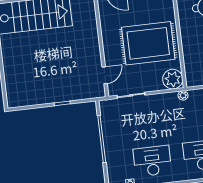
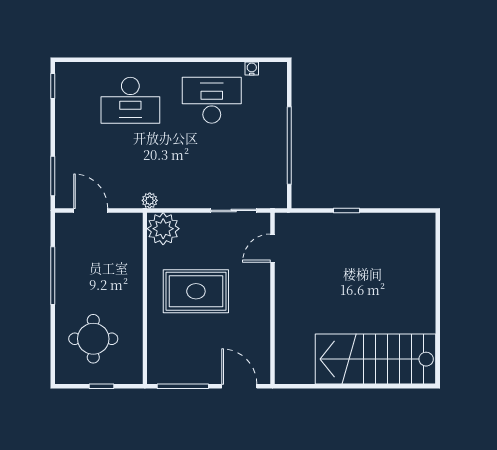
rug: (148, 43) -> (196, 291), width x0.73, depth x0.69
desk: (152, 161) -> (212, 100), turned 180

